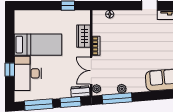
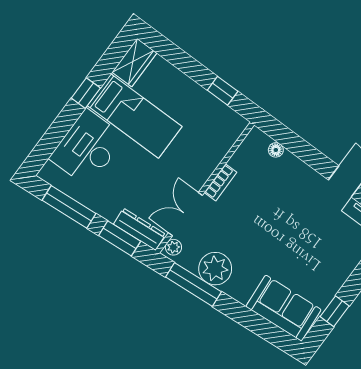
wardrobe: (83, 36) -> (134, 63), moved, turned 180
window: (10, 70) -> (86, 93), moved
plant: (122, 89) -> (215, 269), width x1.88, depth x1.88
dresser: (80, 91) -> (140, 229), width x1.44

